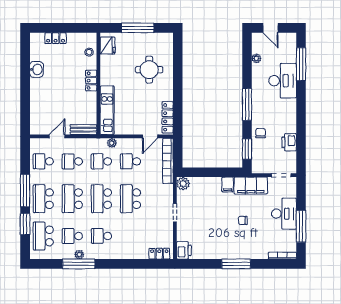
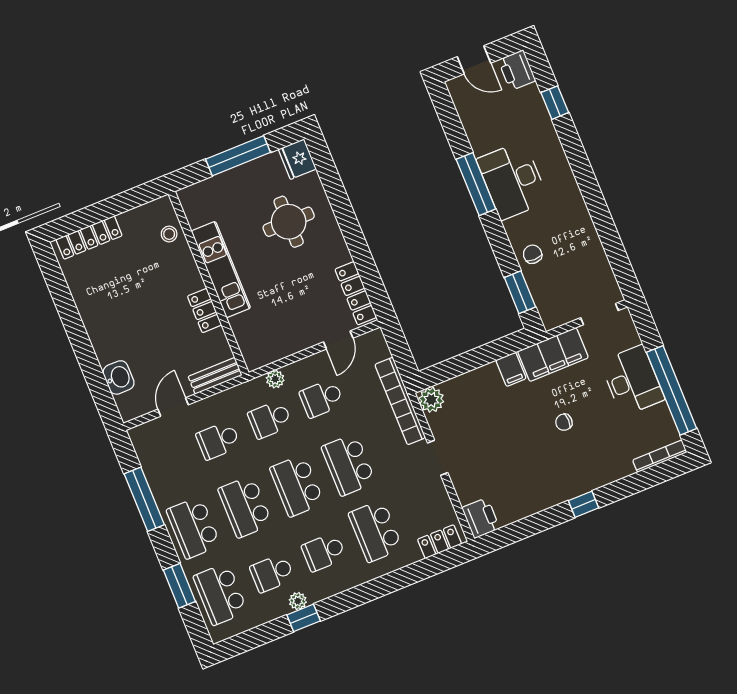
locker: (56, 38) -> (89, 238), width x1.53
fridge: (108, 45) -> (297, 159), moved, turned 180
plant: (256, 58) -> (471, 124), removed
window: (301, 64) -> (555, 103), width x0.46
washbasin: (37, 69) -> (119, 377), moved
locker: (91, 81) -> (205, 311), moved
desk: (283, 81) -> (513, 180), moved, turned 180
window: (247, 104) -> (476, 184), moved
kitchen unit: (107, 110) -> (221, 270), moved
printer: (289, 142) -> (517, 70), moved
school desk: (43, 161) -> (375, 531), moved, width x1.85
bookcase: (168, 161) -> (400, 401), moved
window: (25, 191) -> (144, 499), moved
window: (301, 226) -> (672, 390), width x1.46
window: (79, 264) -> (304, 618), width x0.46
window: (236, 264) -> (584, 504), width x0.46

